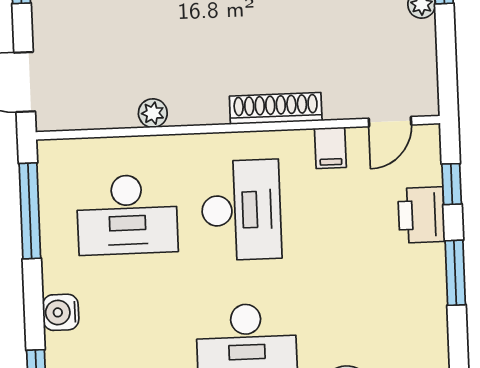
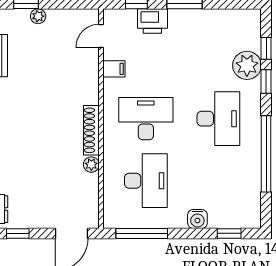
shoe rack: (276, 108) -> (91, 130), moved
door: (390, 122) -> (101, 36), swing flipped

